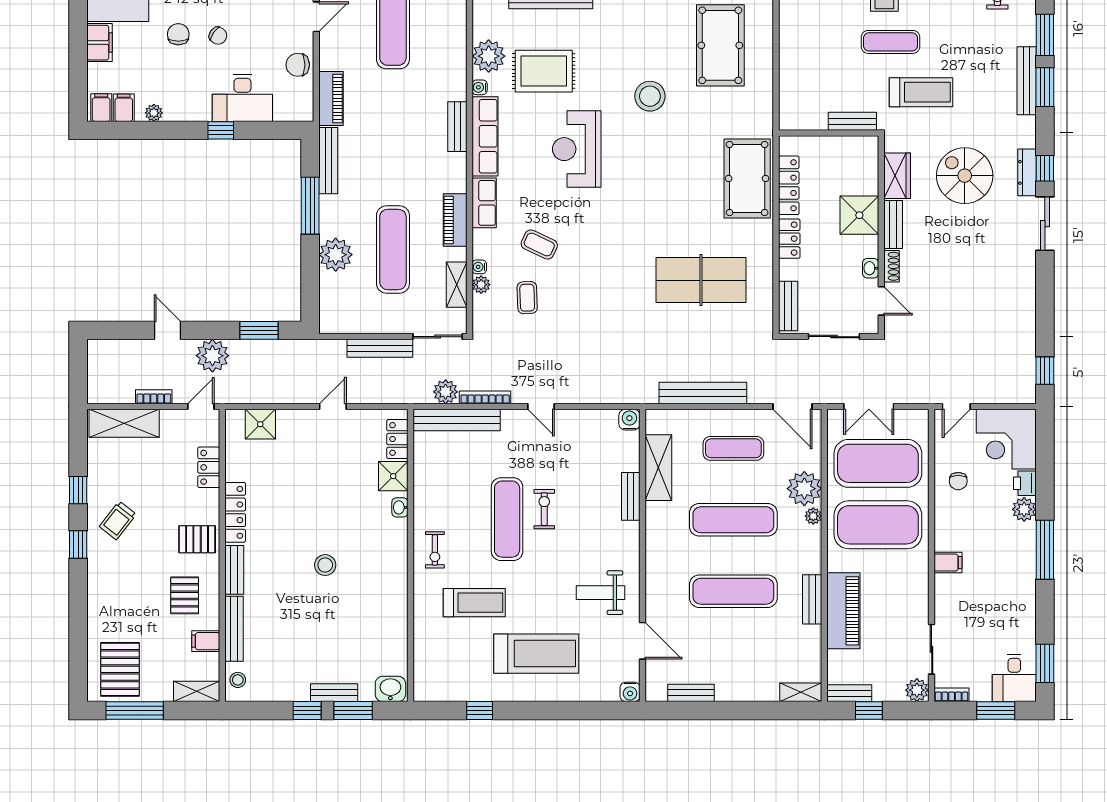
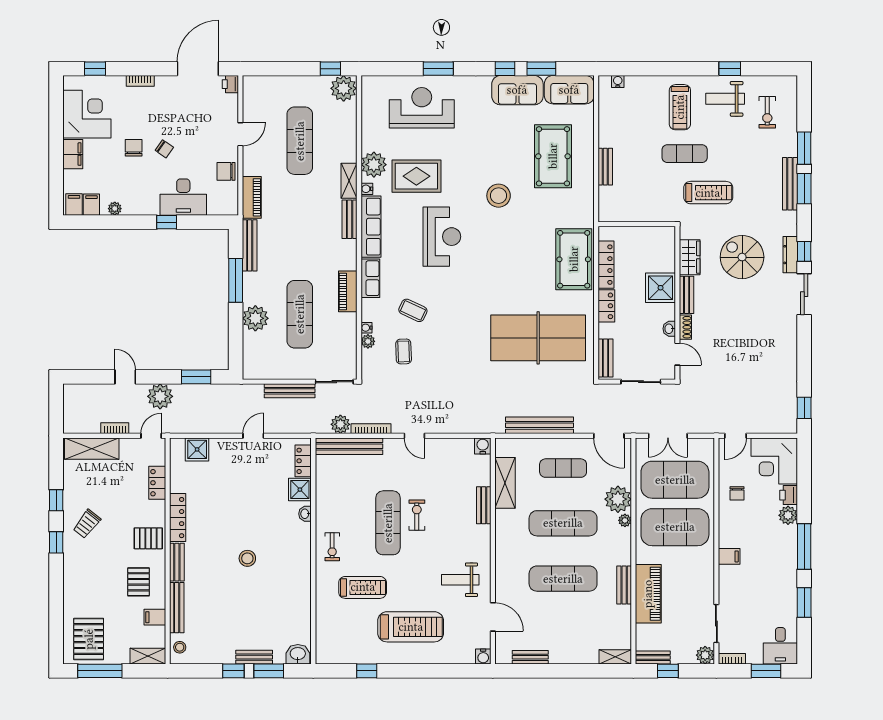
bench: (852, 121) -> (605, 167), moved, turned 90
reception desk: (577, 149) -> (442, 237), turned 180
table tennis table: (701, 280) -> (538, 338), width x1.36, depth x1.32
shelving: (457, 285) -> (349, 181), moved
window: (1045, 663) -> (804, 602), moved

